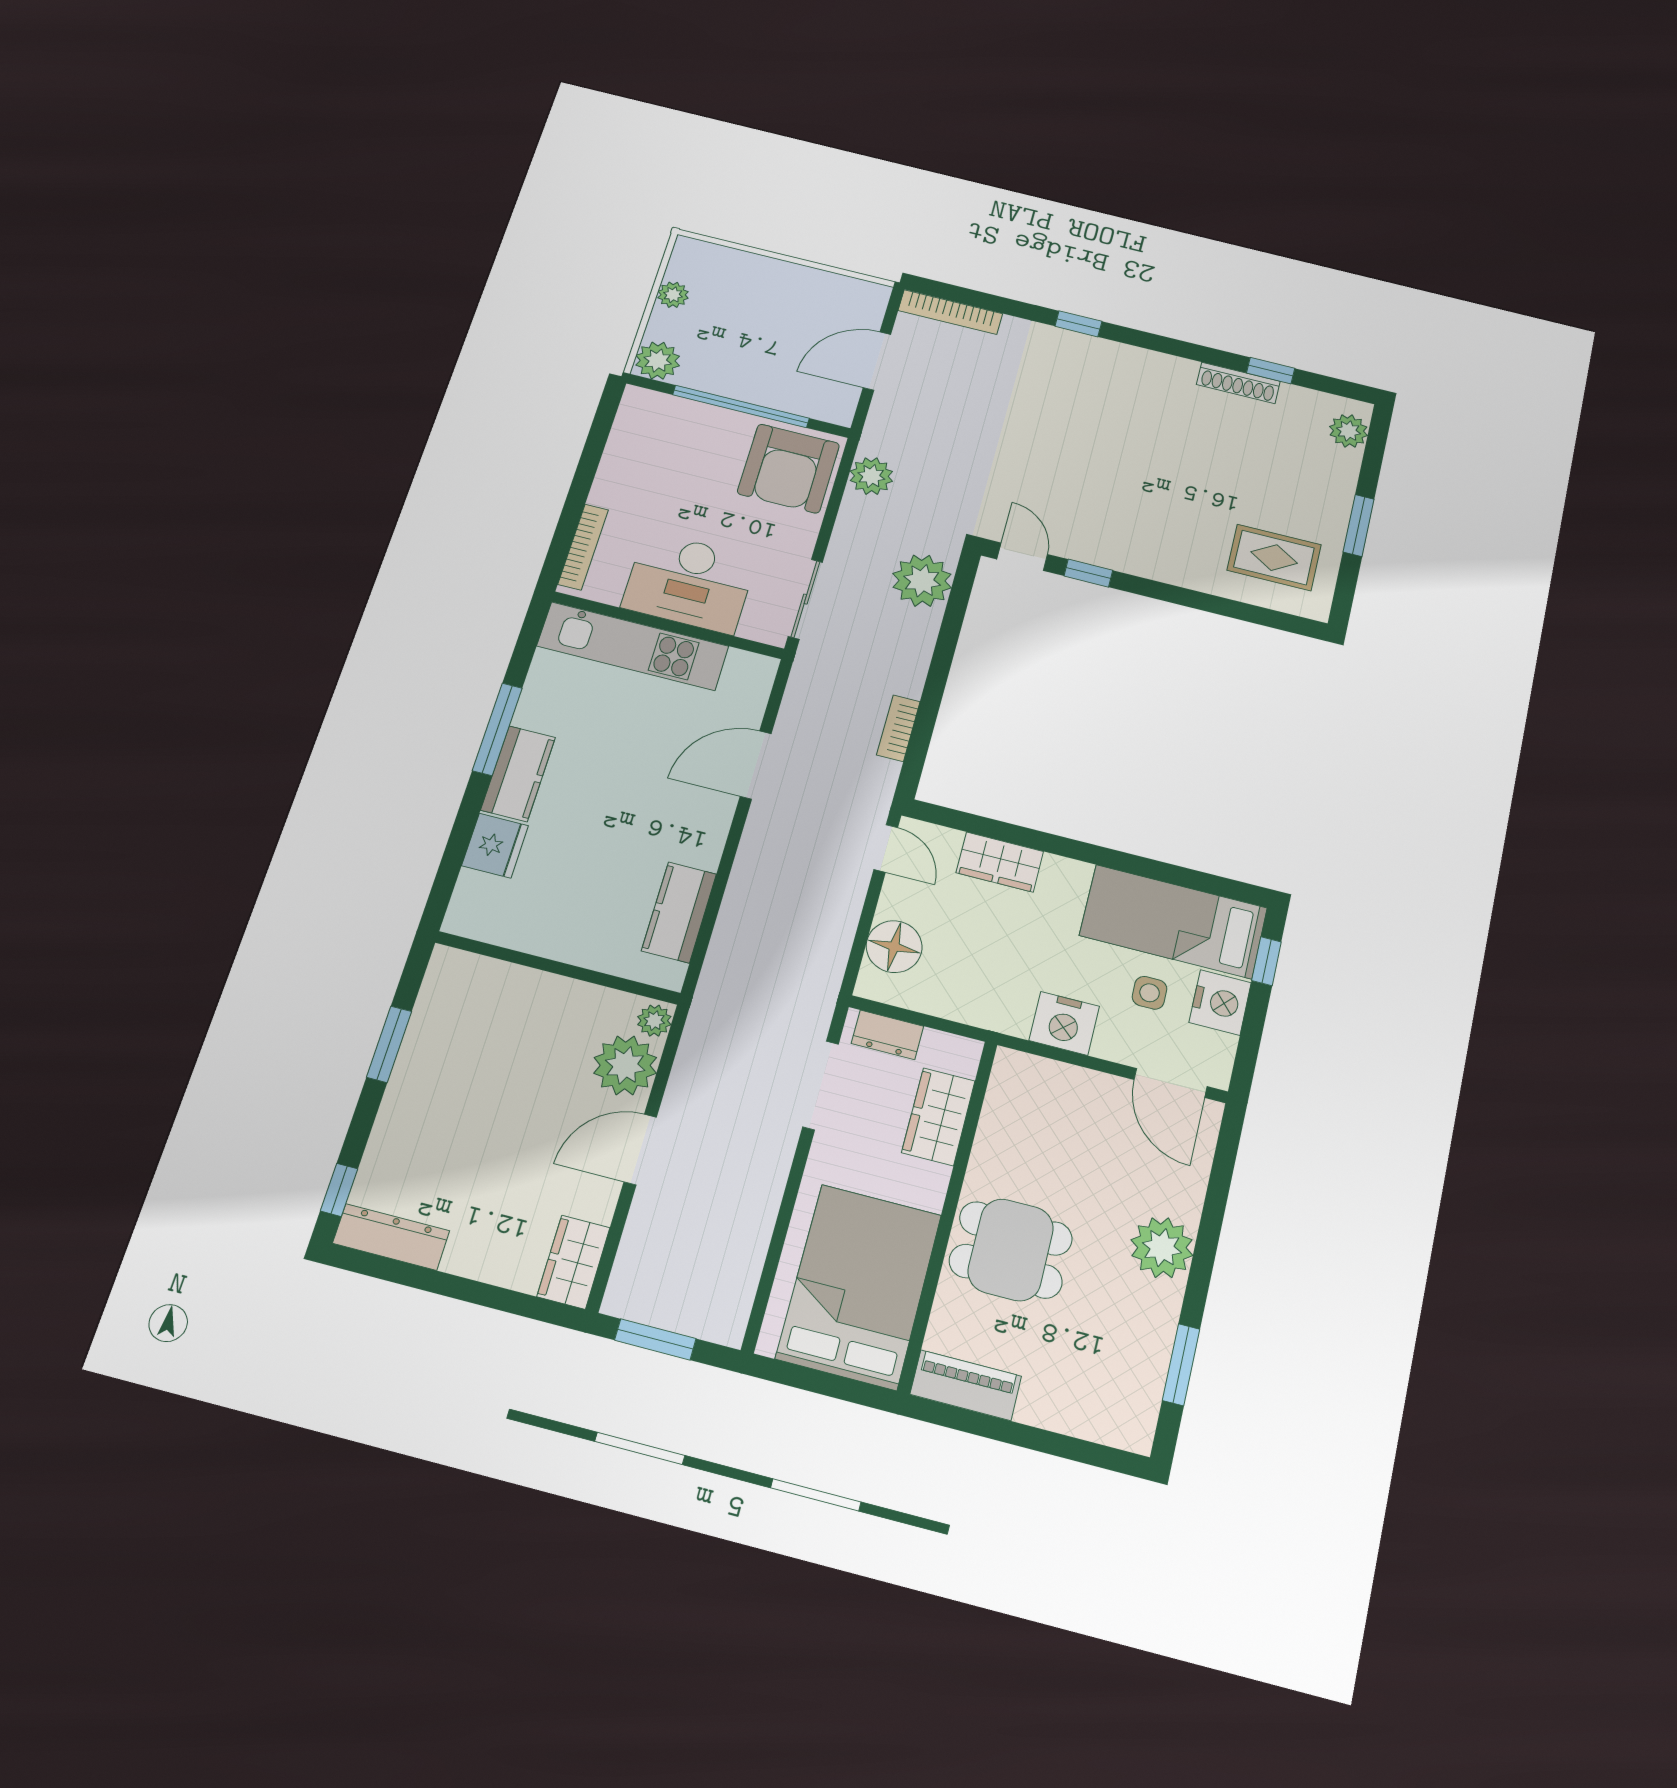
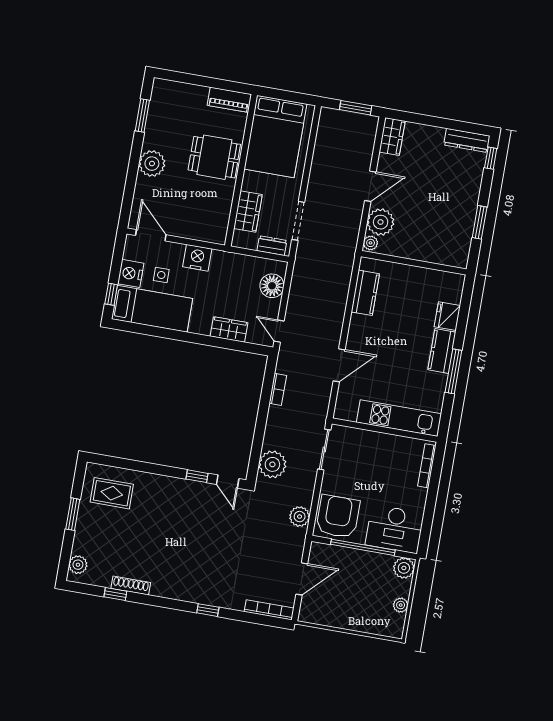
desk: (689, 582) -> (395, 529), moved, turned 180

